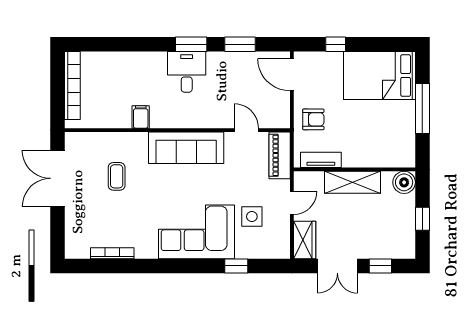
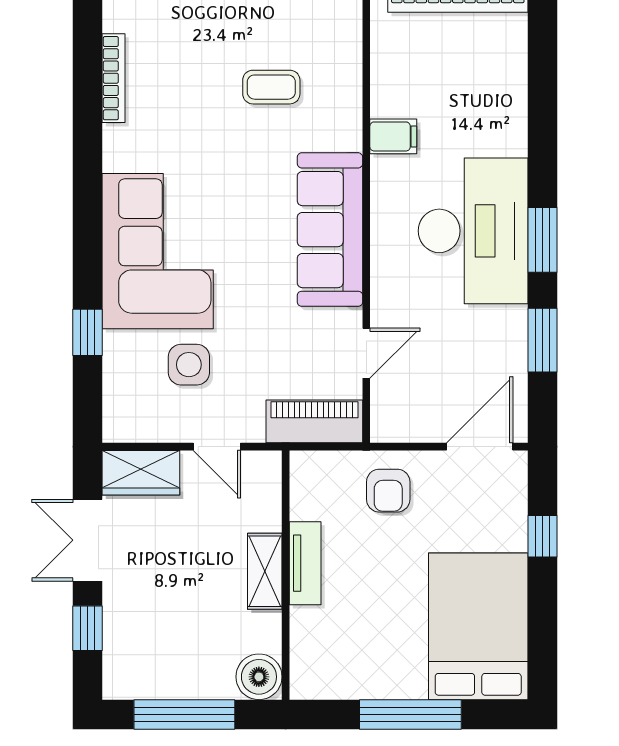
desk: (187, 72) -> (473, 231), width x1.87, depth x1.30
tv unit: (321, 160) -> (305, 563), moved
shelving: (353, 182) -> (265, 571), width x0.67, depth x0.75
window: (422, 219) -> (184, 714), width x2.17

